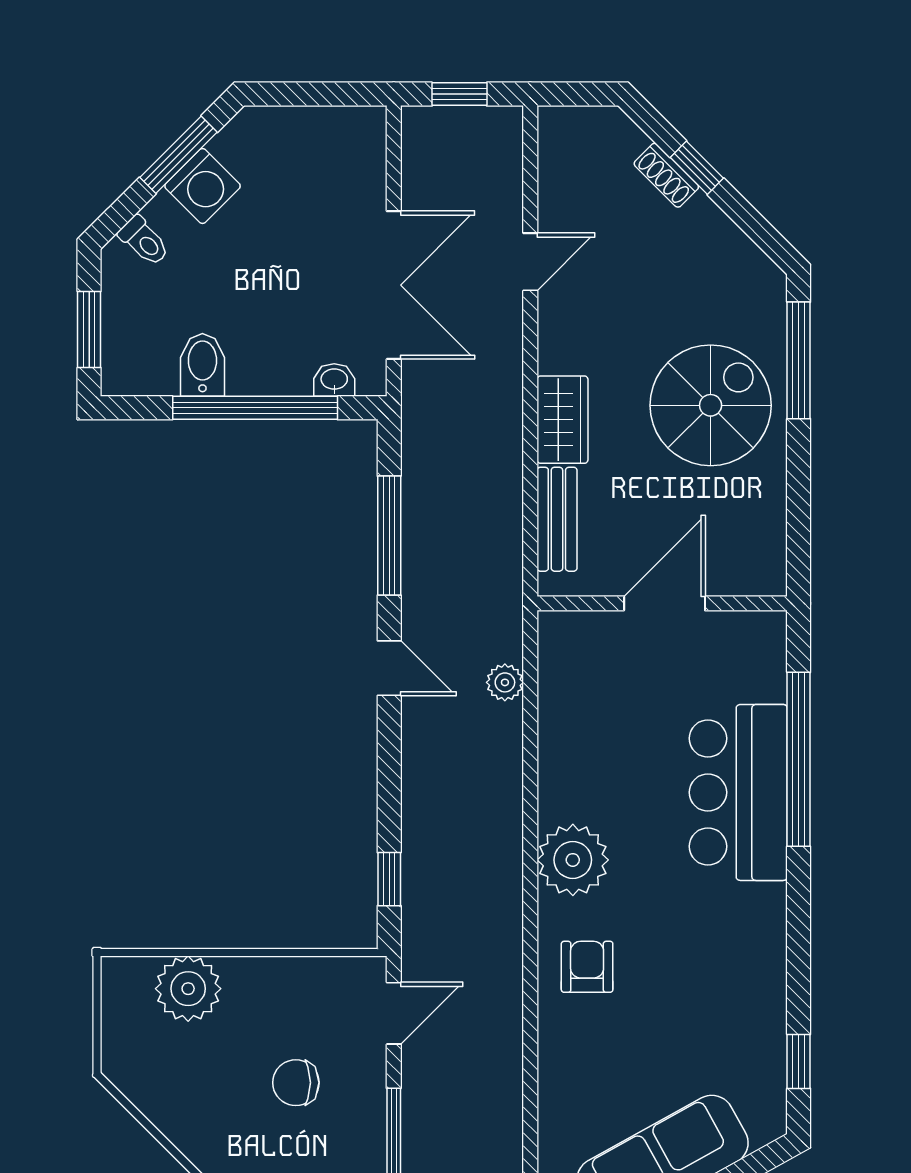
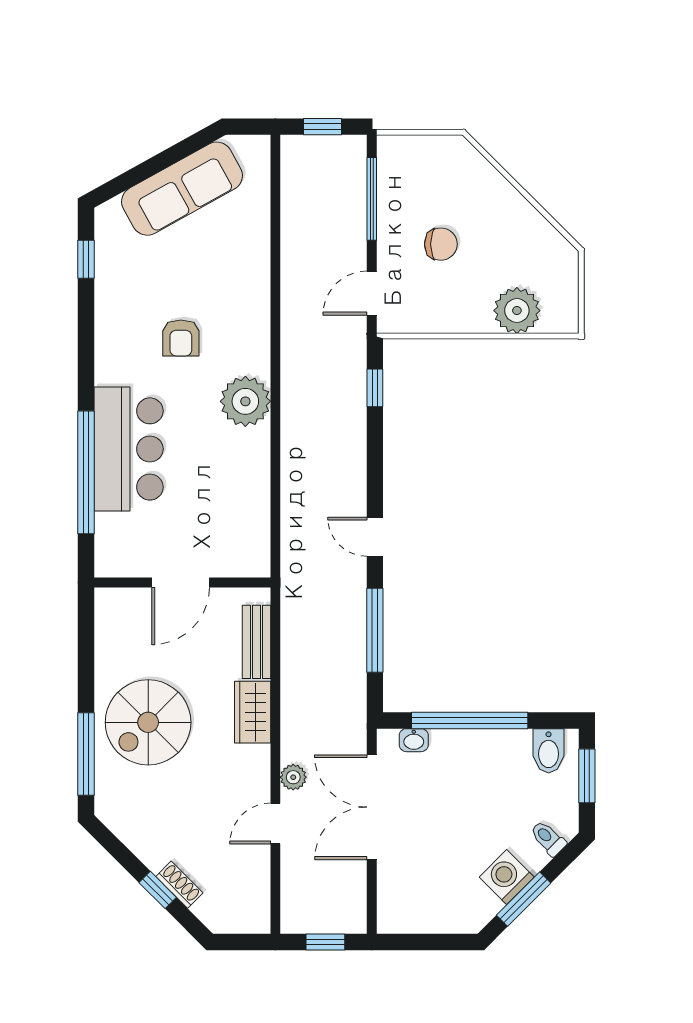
bidet: (202, 365) -> (549, 751), moved
plant: (505, 682) -> (293, 777), moved
armchair: (587, 967) -> (181, 338), moved

